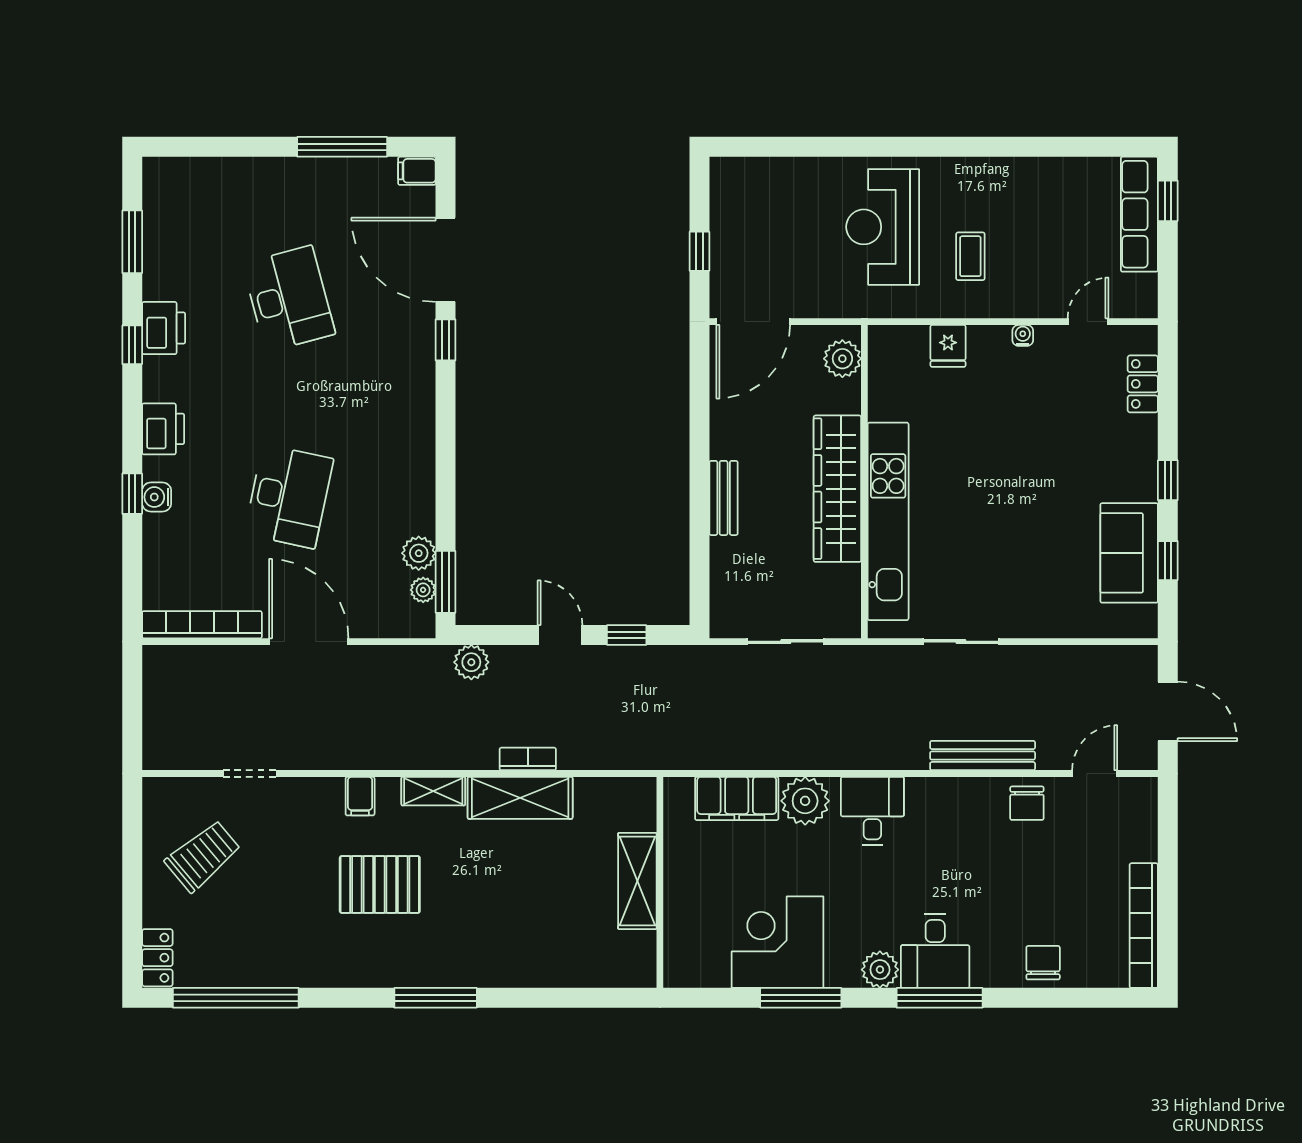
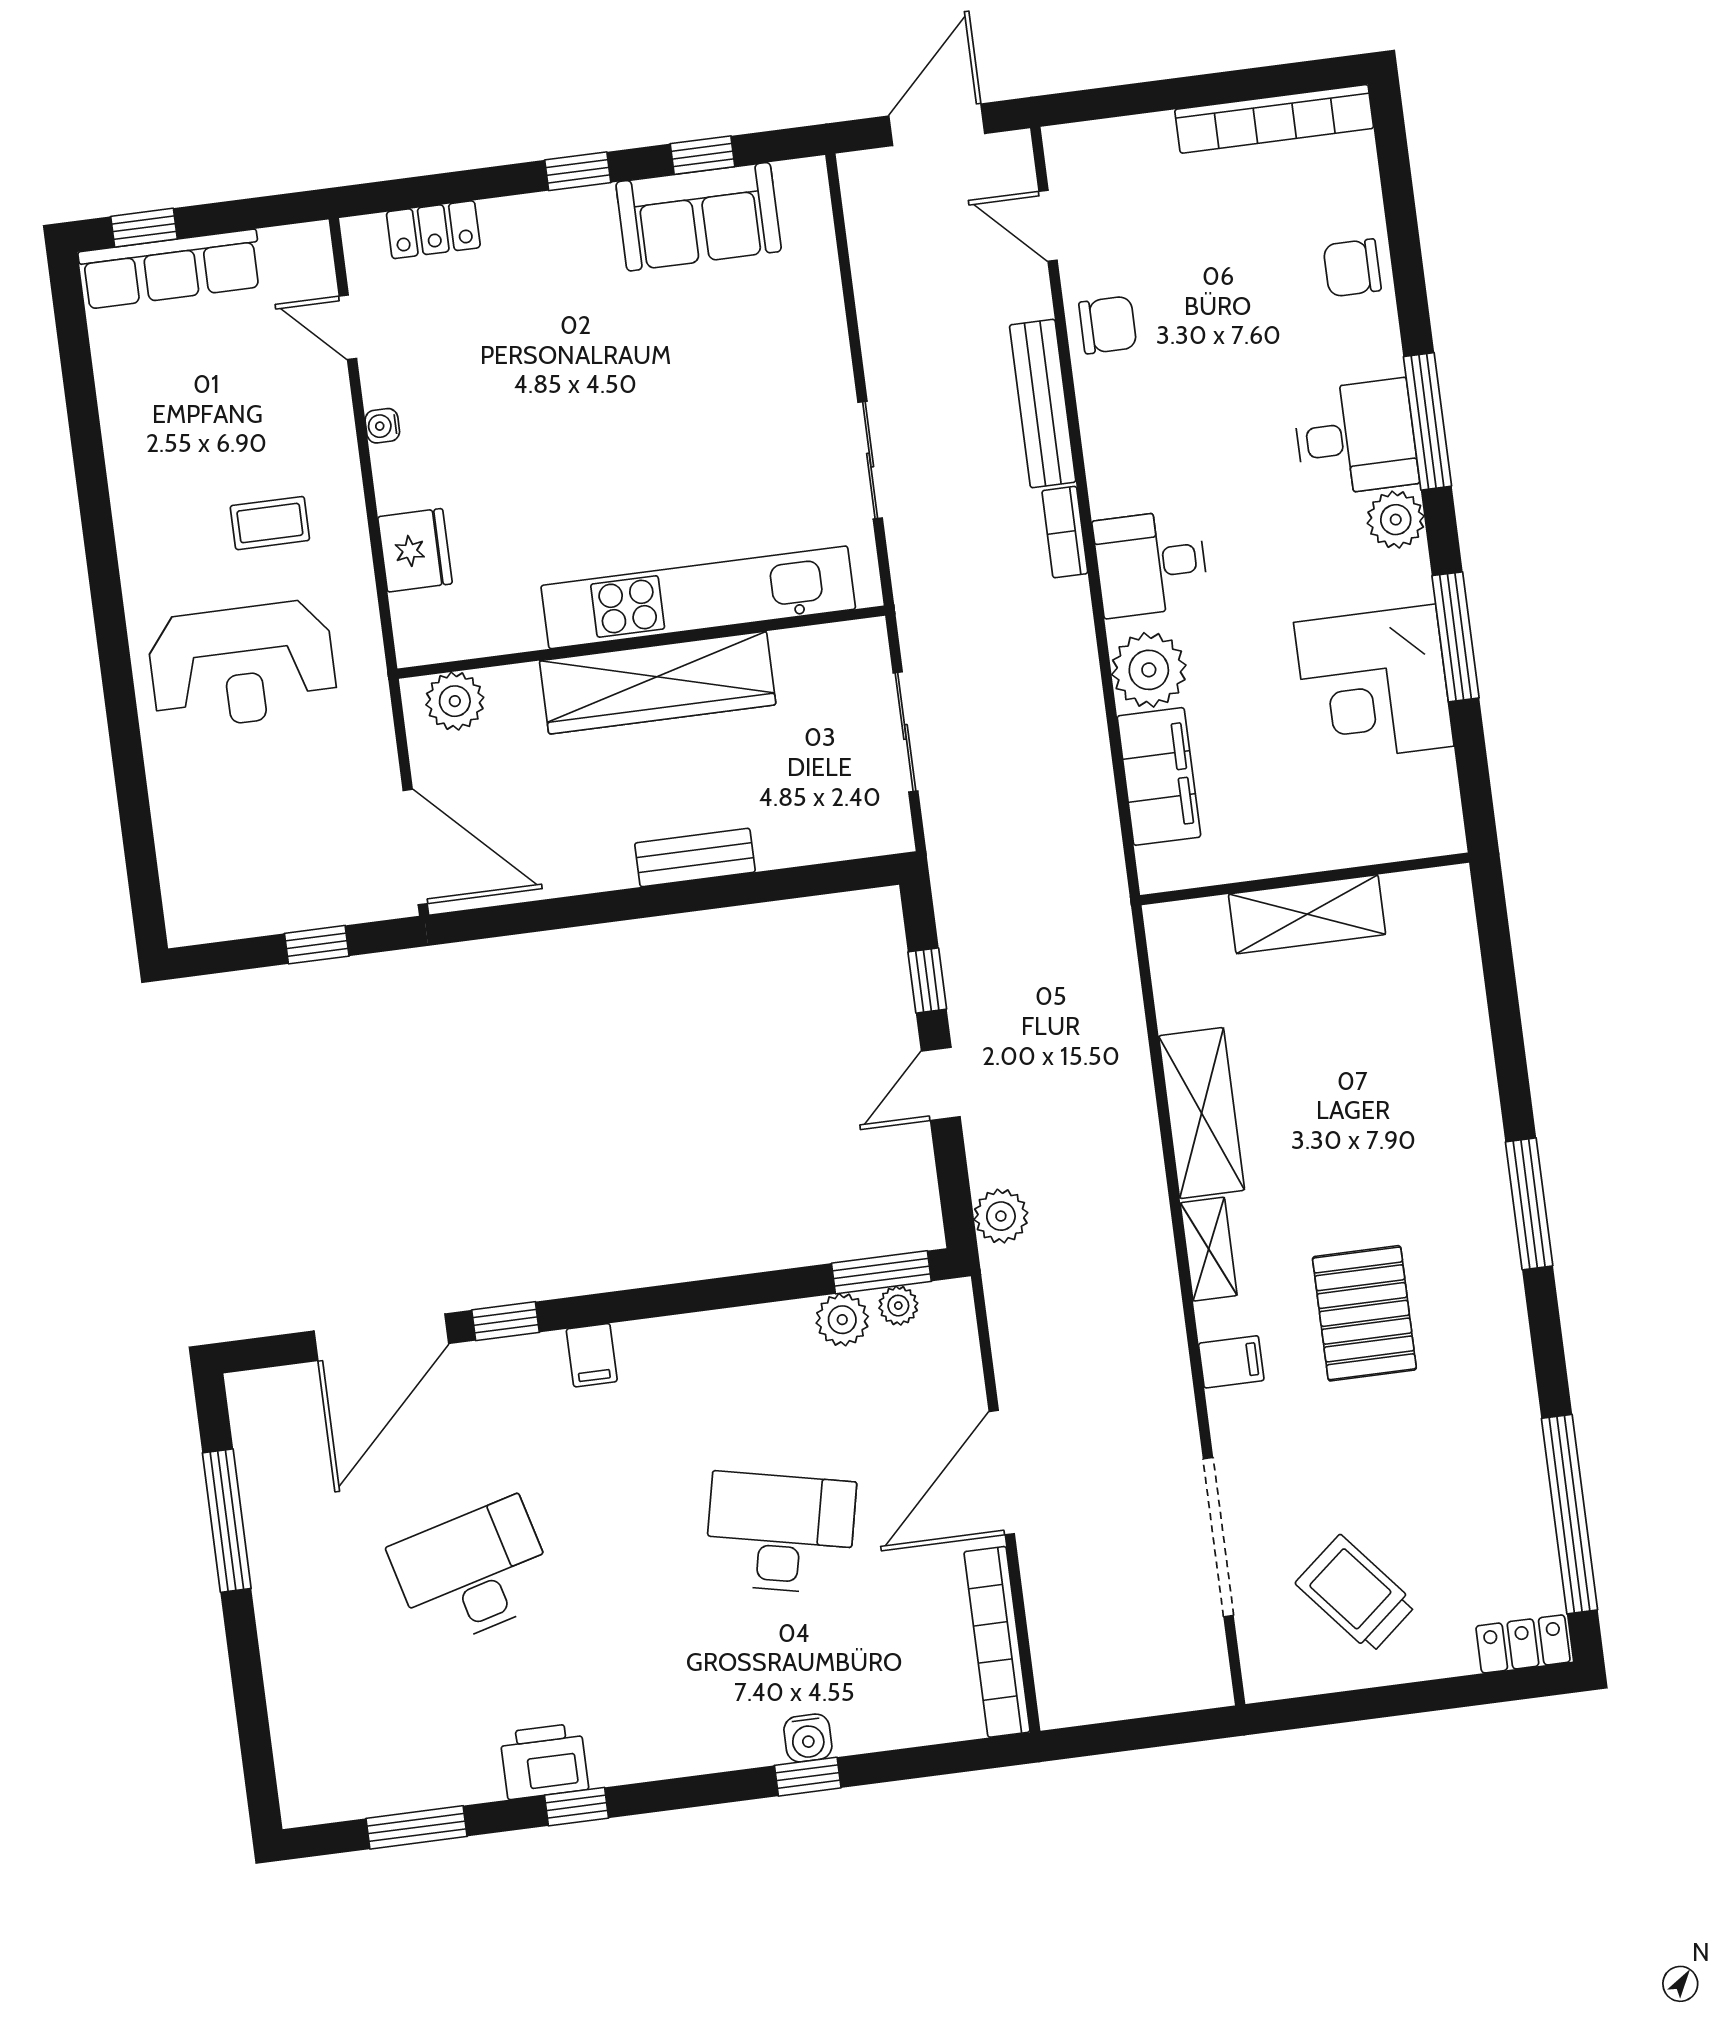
filing cabinet: (417, 171) -> (592, 1355), moved
fridge: (948, 346) -> (415, 550), width x1.38
printer: (163, 429) -> (701, 1742), removed
bookcase: (528, 759) -> (1065, 532), moved
doorway: (250, 774) -> (1218, 1537), width x1.88

